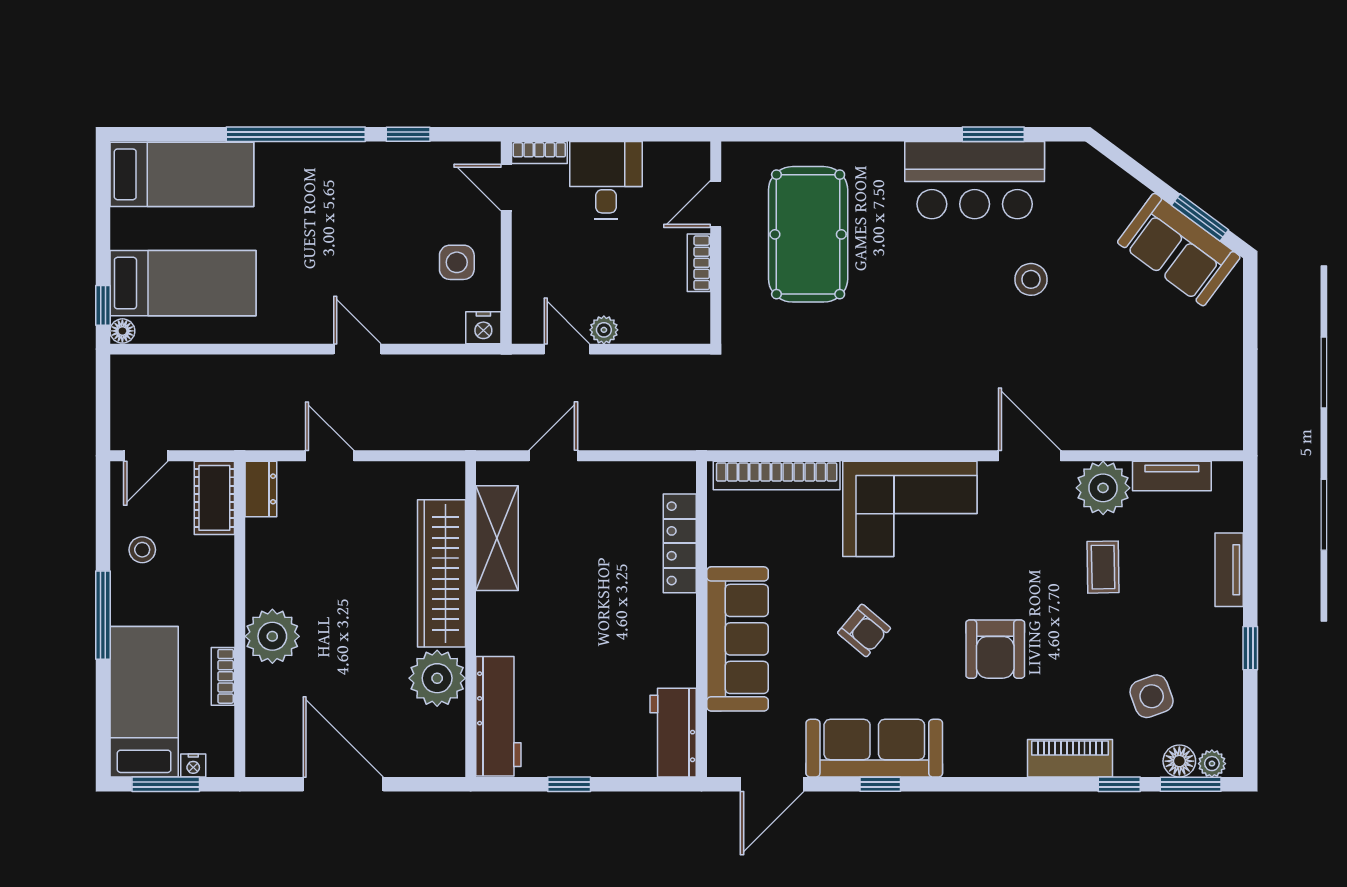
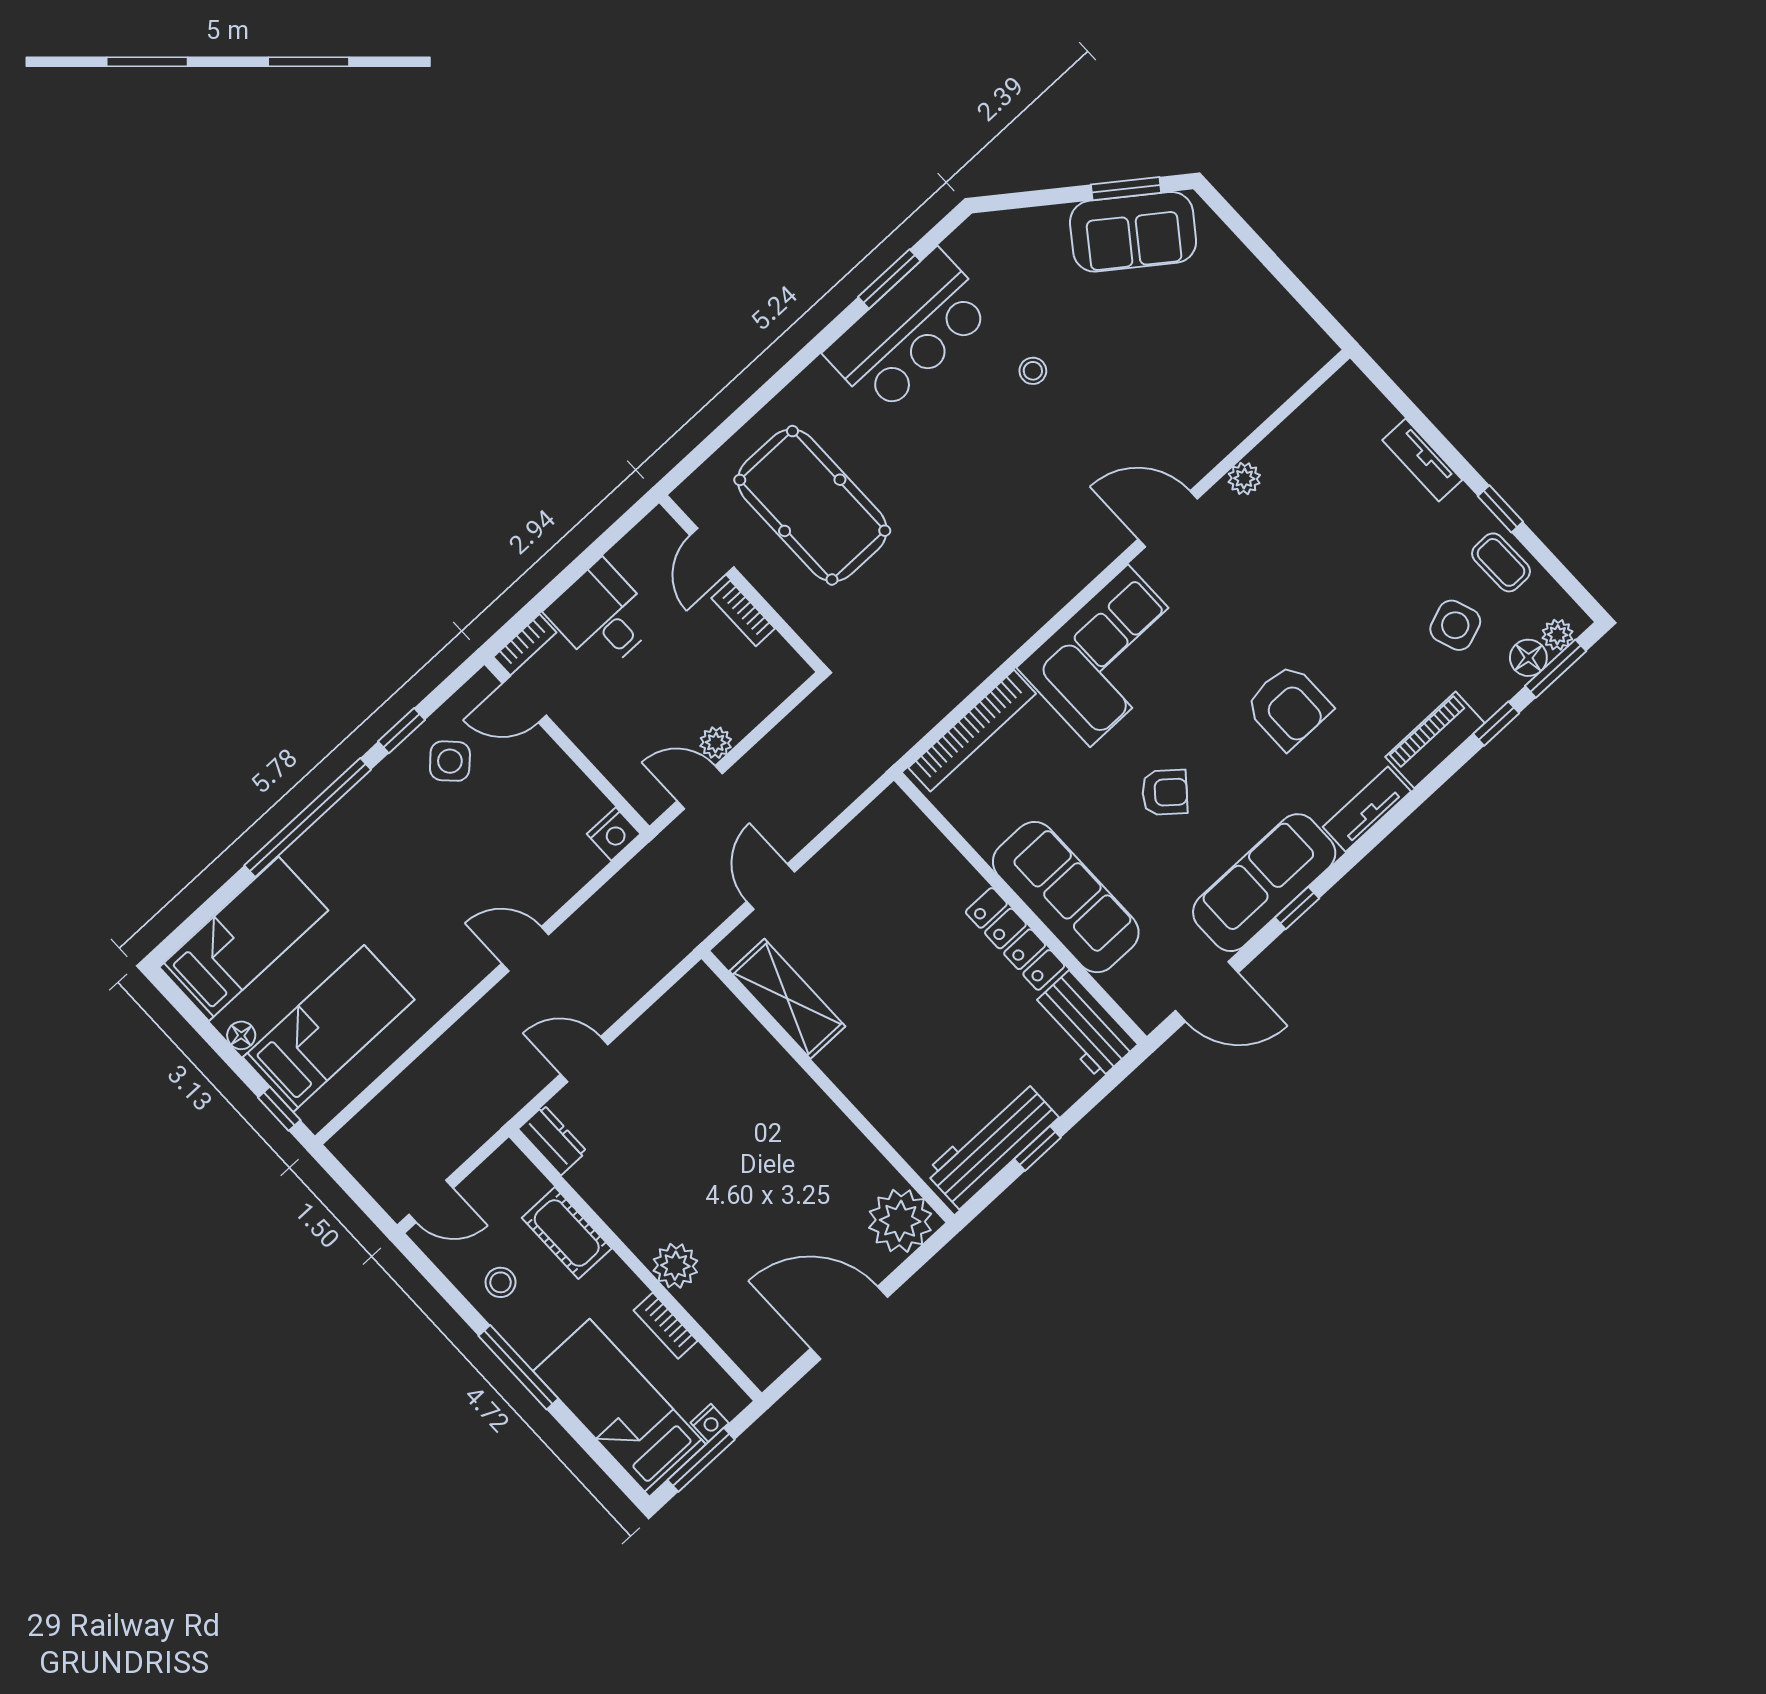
side table: (457, 262) -> (450, 761), moved, turned 45
stool: (1031, 279) -> (1033, 371), width x0.73, depth x0.73
floor lamp: (122, 331) -> (241, 1035), moved
door: (146, 456) -> (431, 1201), hinge flipped
tv unit: (1172, 476) -> (1367, 809), moved, turned 180
plant: (1103, 488) -> (1244, 479), width x0.53, depth x0.53
cot: (214, 498) -> (567, 1233), moved
locker: (680, 543) -> (1015, 939), moved
coffee table: (1103, 567) -> (1501, 562), moved
wardrobe: (441, 573) -> (768, 1071), removed
plant: (272, 636) -> (675, 1266), width x0.73, depth x0.73
plant: (437, 678) -> (900, 1221), moved
workbench: (498, 716) -> (992, 1145), moved, turned -90
door: (772, 784) -> (1207, 992), hinge flipped

